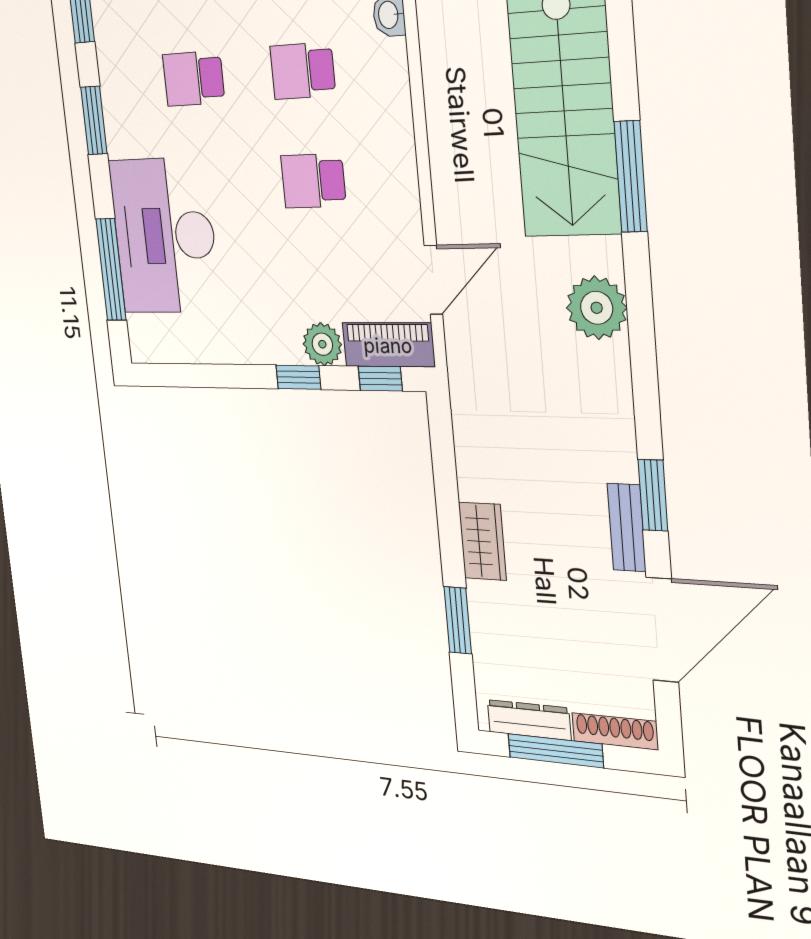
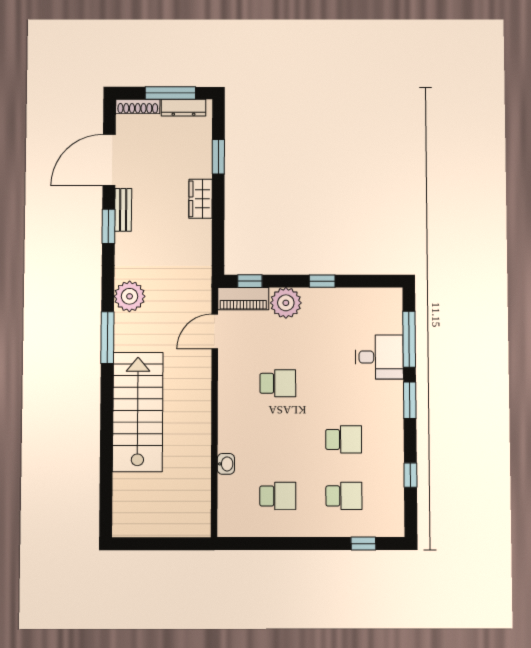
school desk: (303, 71) -> (278, 439), removed
window: (94, 120) -> (410, 400), moved
window: (631, 177) -> (107, 338), moved
desk: (164, 236) -> (379, 357), width x0.53, depth x0.77
plant: (597, 308) -> (130, 296), moved
plant: (322, 344) -> (286, 303), width x1.36, depth x1.36
window: (298, 377) -> (322, 281), moved

